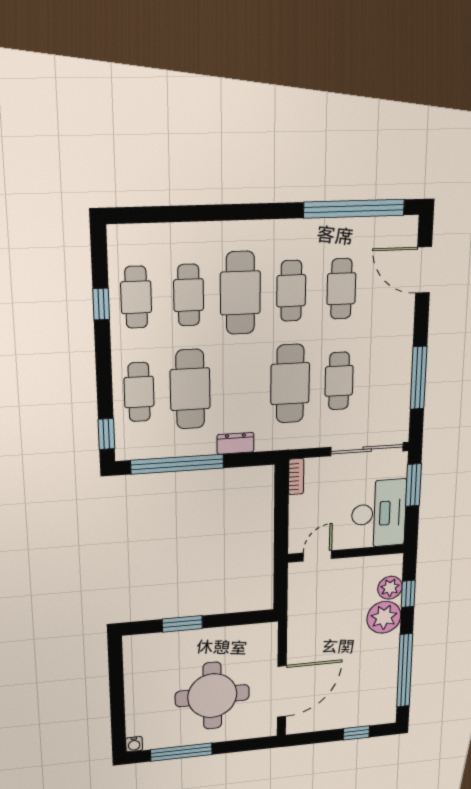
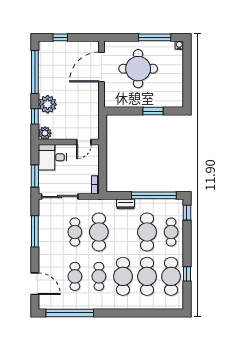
cafe table: (189, 295) -> (147, 276), width x1.37, depth x1.35
cafe table: (136, 297) -> (171, 276), width x1.37, depth x1.35
desk: (379, 514) -> (52, 157), width x0.73
plant: (390, 588) -> (45, 133), moved

